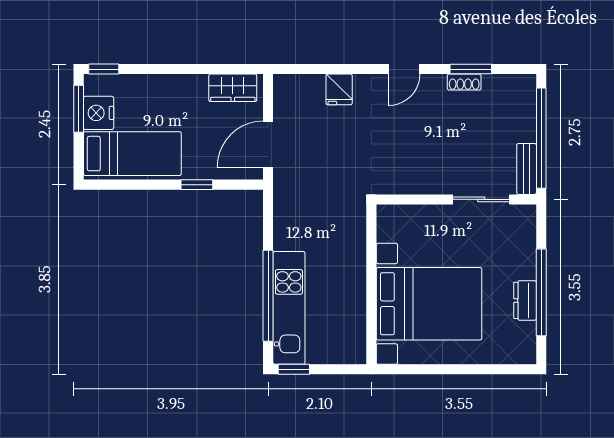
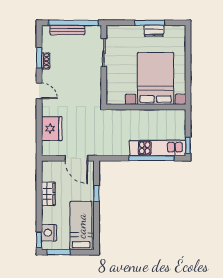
wardrobe: (233, 88) -> (48, 194), moved
fridge: (339, 89) -> (52, 129), width x1.88, depth x1.34
nightstand: (99, 113) -> (49, 233), moved, turned 90
bench: (527, 169) -> (67, 30), moved, width x1.36
window: (541, 292) -> (150, 23), width x0.68

